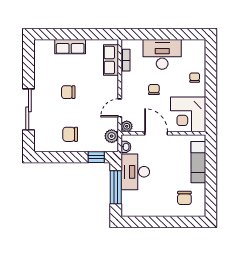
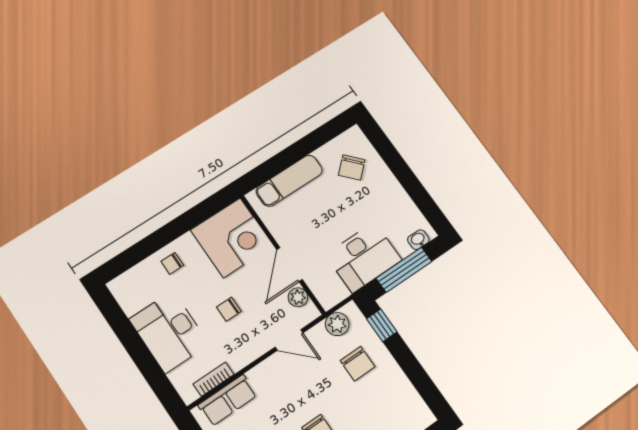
plant: (127, 126) -> (298, 297), moved
chair: (70, 134) -> (358, 364), moved
washbasin: (126, 147) -> (418, 240), moved
chair: (184, 198) -> (352, 167), turned 137

